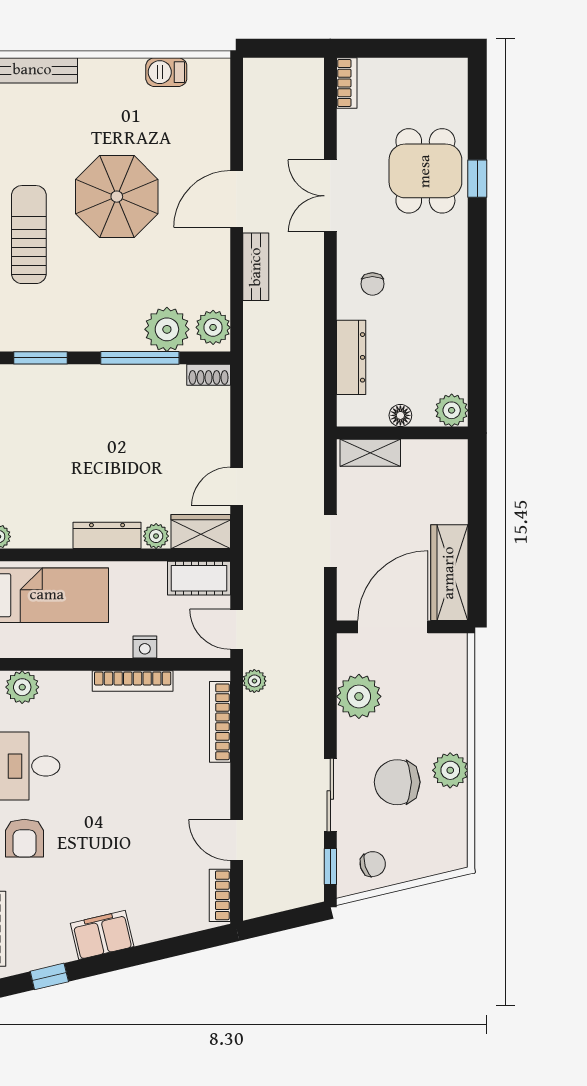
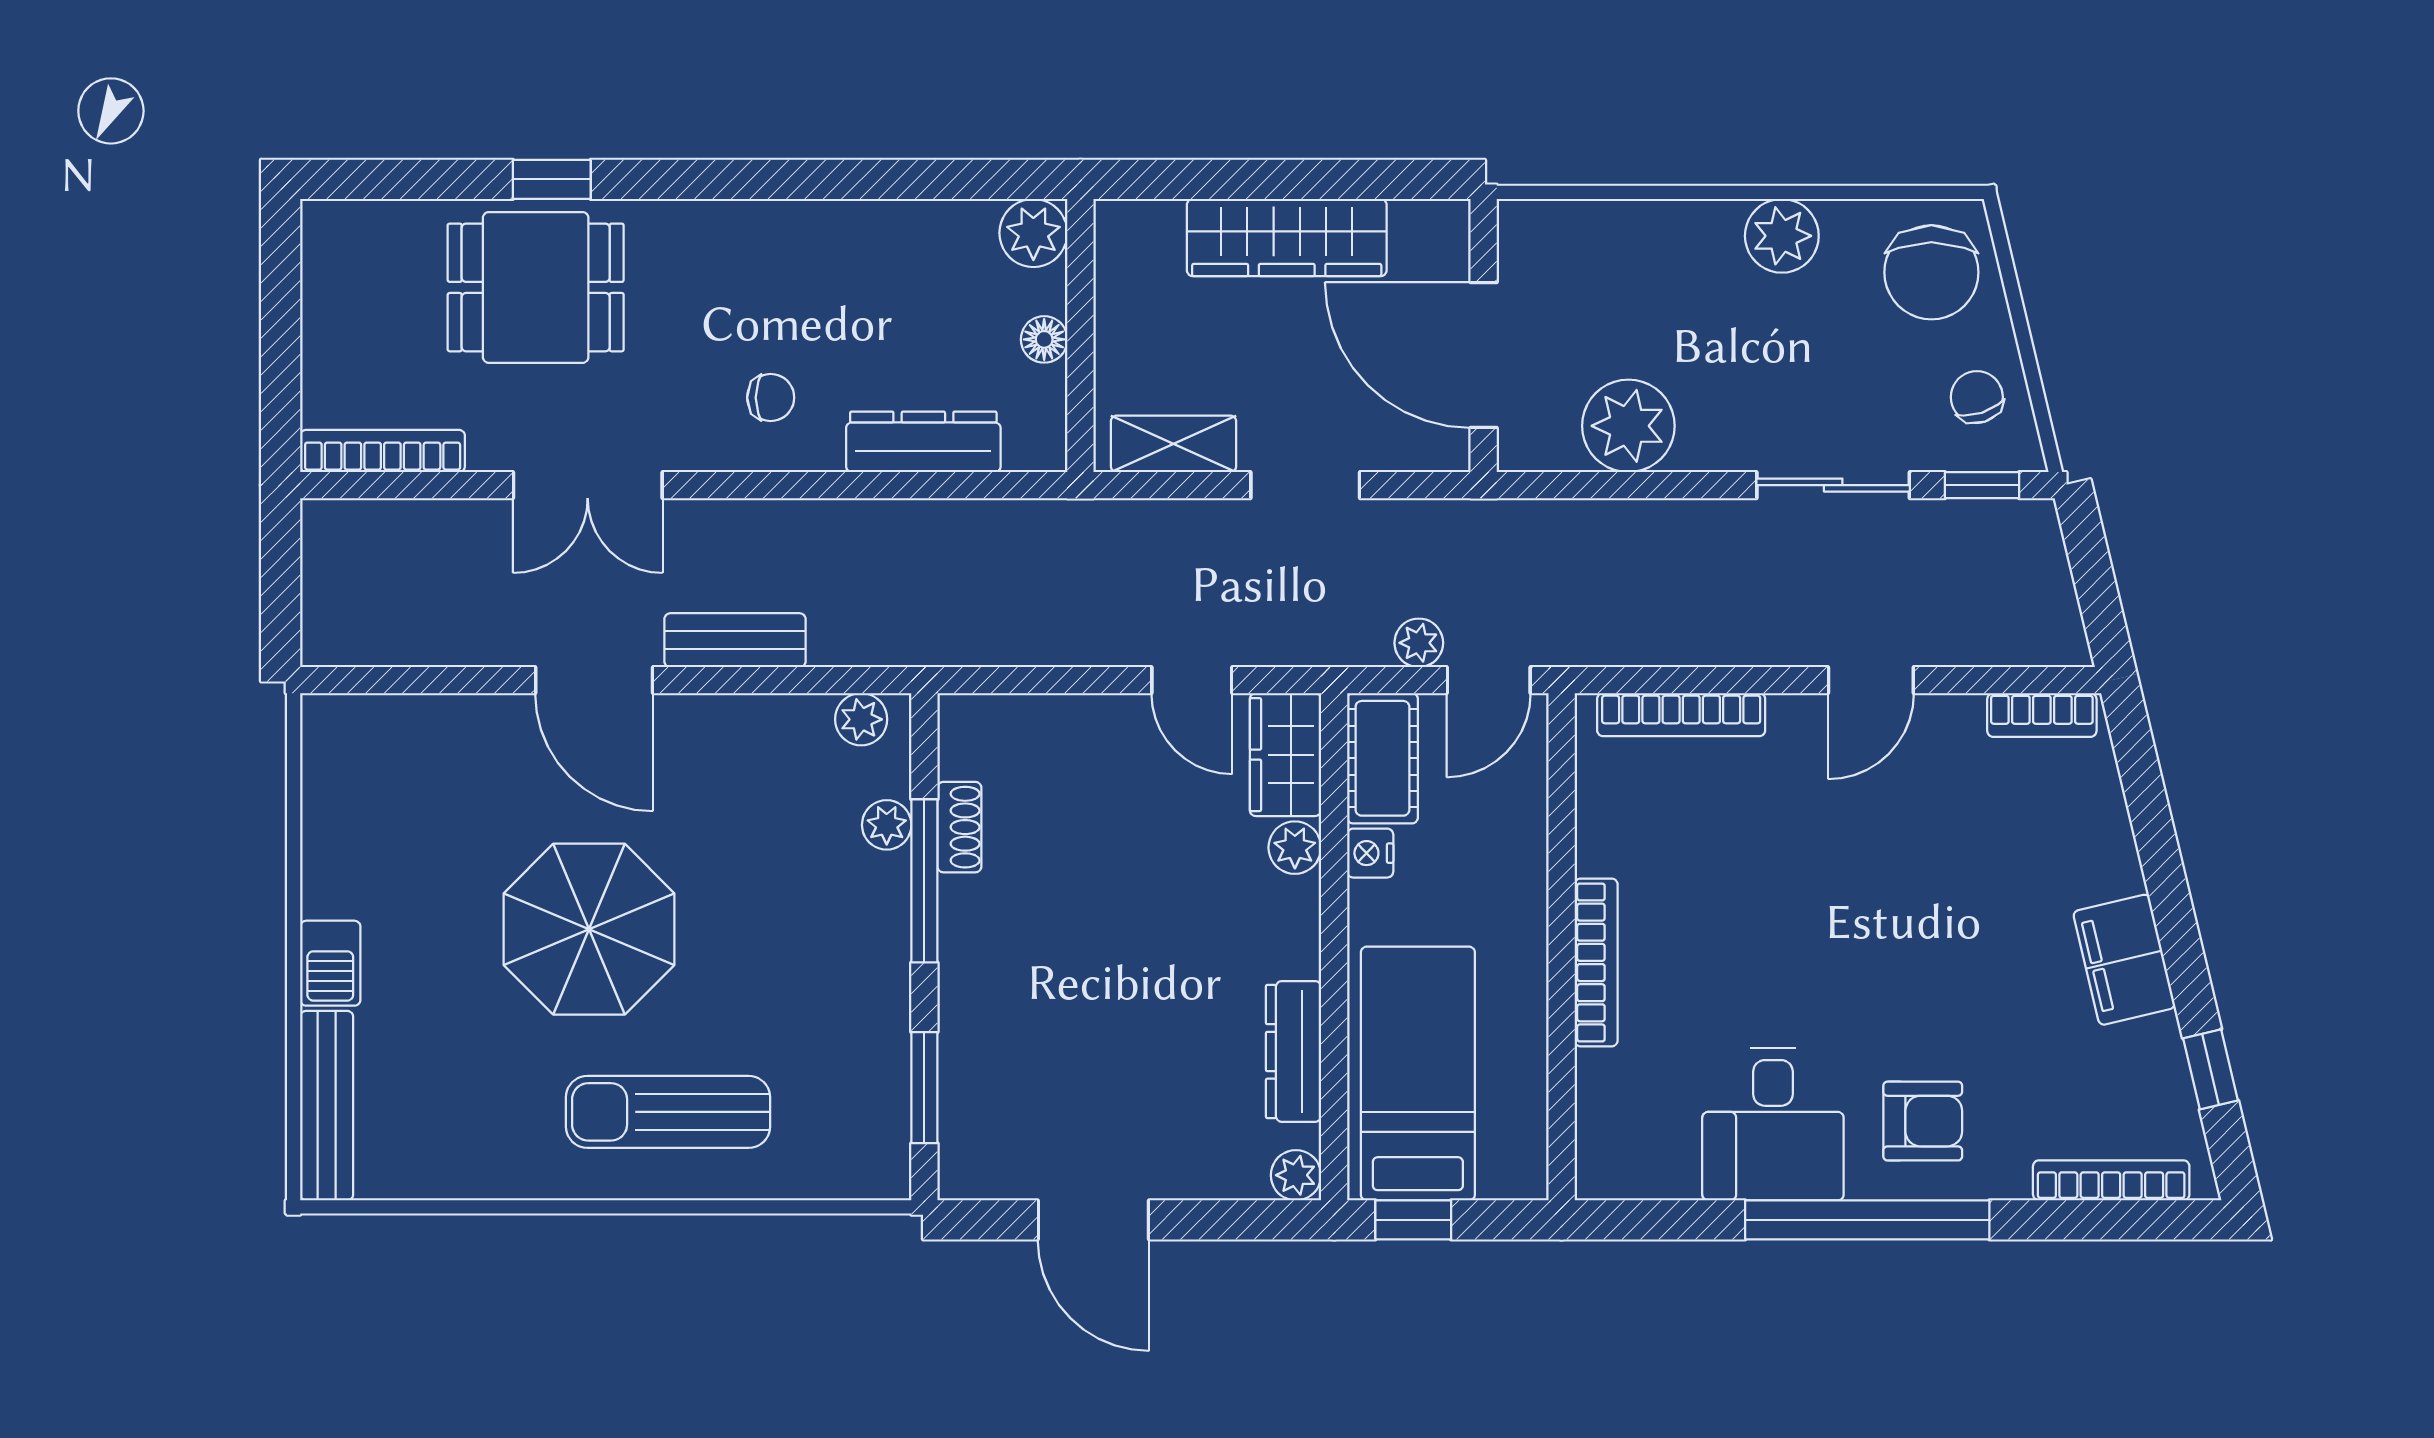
barbecue: (166, 72) -> (330, 963), moved
bookcase: (347, 83) -> (383, 451), width x1.56
plant: (213, 327) -> (861, 719), width x0.73, depth x0.73
plant: (167, 329) -> (887, 825), width x0.53, depth x0.53
shoe rack: (209, 375) -> (959, 827), moved
shelving: (370, 453) -> (1174, 444), moved, turned 90
dresser: (107, 535) -> (1294, 1051), moved
wardrobe: (449, 573) -> (1287, 238), moved
nightstand: (145, 647) -> (1370, 853), moved, turned 180
bookcase: (133, 681) -> (1596, 962), moved
plant: (254, 681) -> (1419, 643), moved
plant: (22, 687) -> (1609, 1126), removed
chair: (397, 782) -> (1931, 272), moved
door: (237, 840) -> (1871, 680), moved

